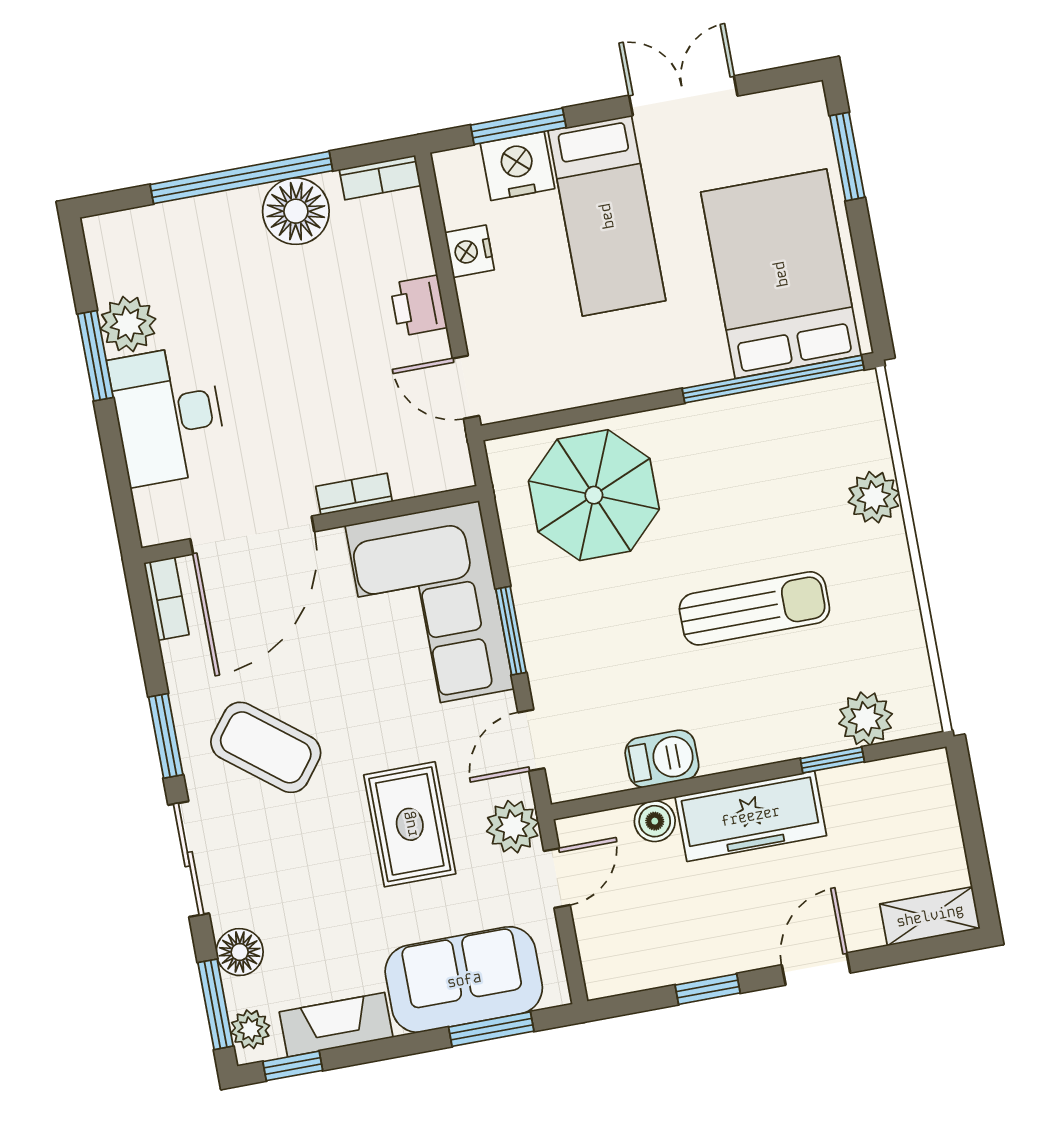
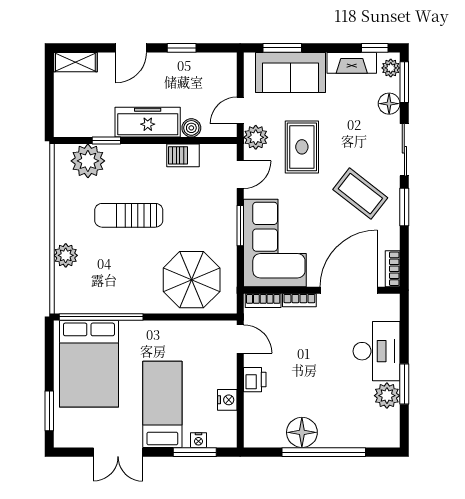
nightstand: (518, 166) -> (198, 440), width x0.53, depth x0.56
bookcase: (380, 178) -> (263, 301), moved, turned 180
plant: (866, 719) -> (88, 161), width x1.36, depth x1.36

